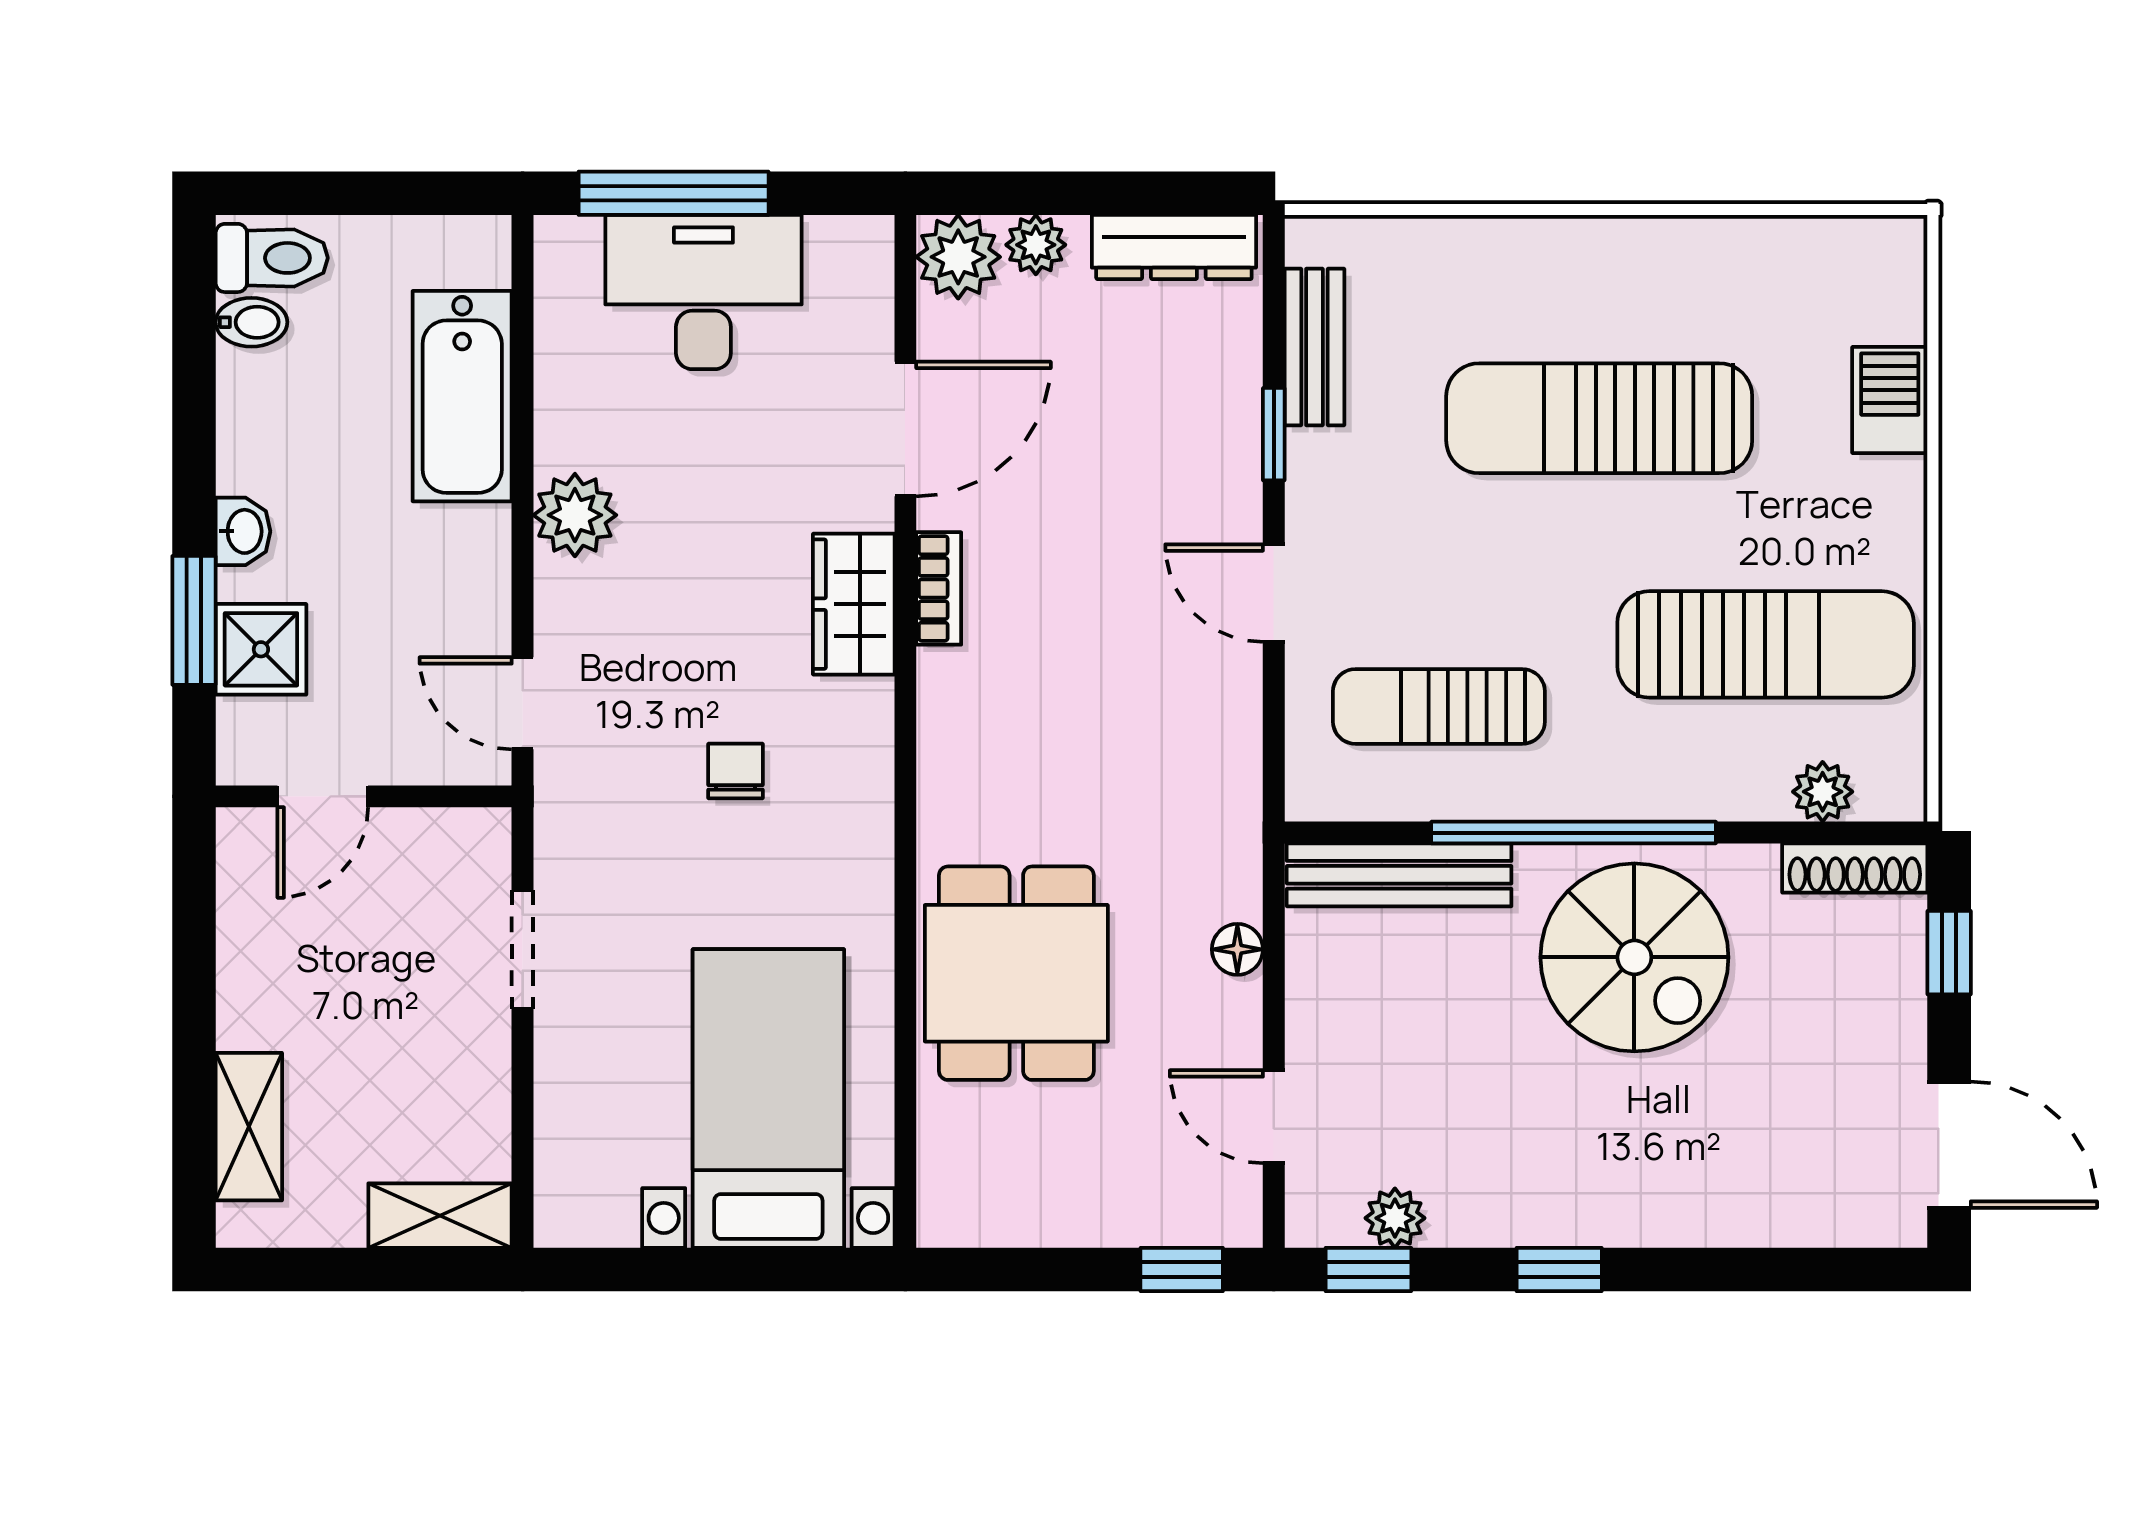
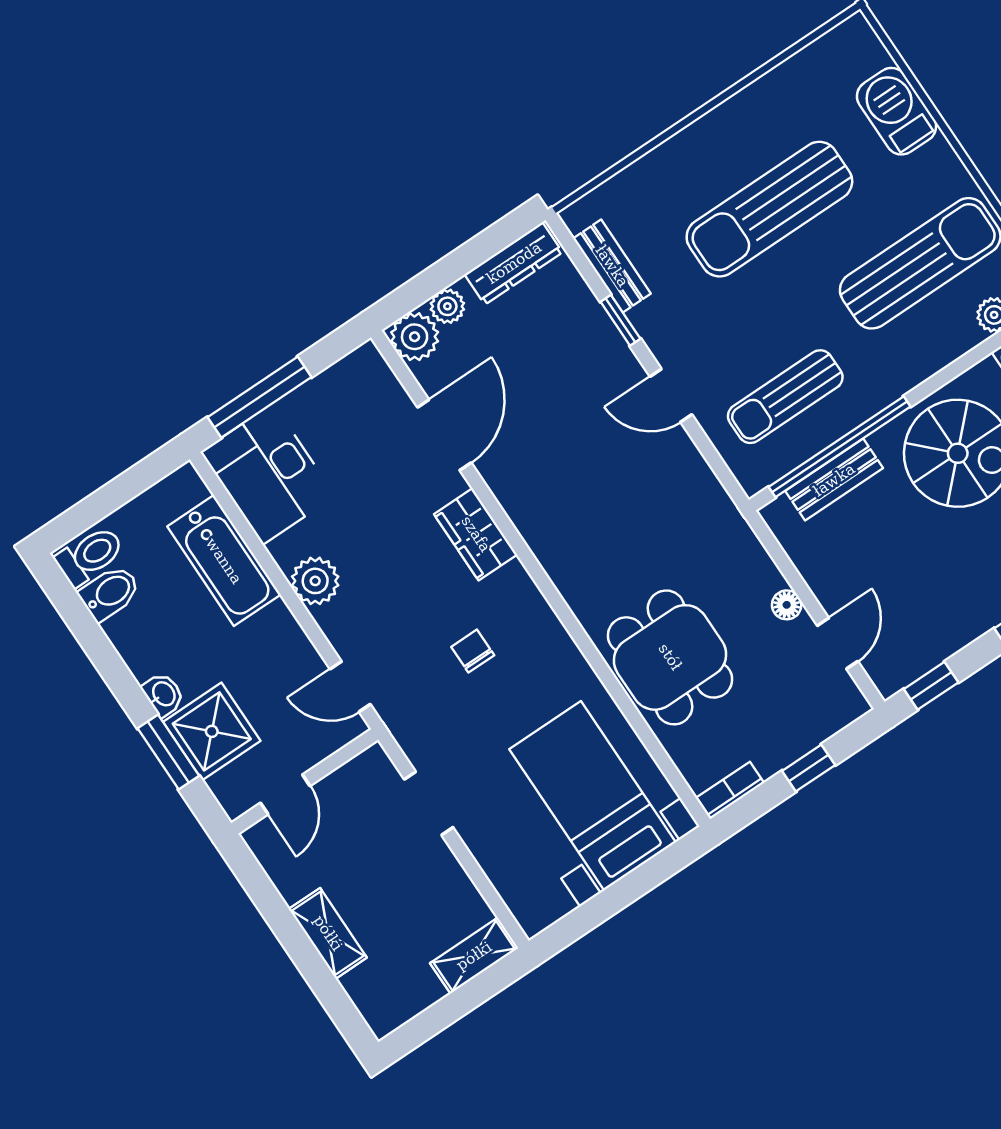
desk: (703, 292) -> (268, 474), moved, turned -90
bidet: (251, 322) -> (110, 593), width x1.38, depth x1.36
barbecue: (1890, 400) -> (897, 111), width x1.38, depth x1.27
bookcase: (939, 588) -> (730, 790), moved, turned -90
shower: (261, 649) -> (212, 731), width x1.36, depth x1.36
window: (1574, 833) -> (840, 447), moved
bench: (1399, 875) -> (834, 480), width x0.73
floor lamp: (1237, 949) -> (787, 605), moved
door: (1274, 1117) -> (838, 643), swing flipped
shelving: (249, 1127) -> (328, 933), moved
plant: (1395, 1218) -> (927, 653), removed
window: (1182, 1269) -> (809, 768), moved

